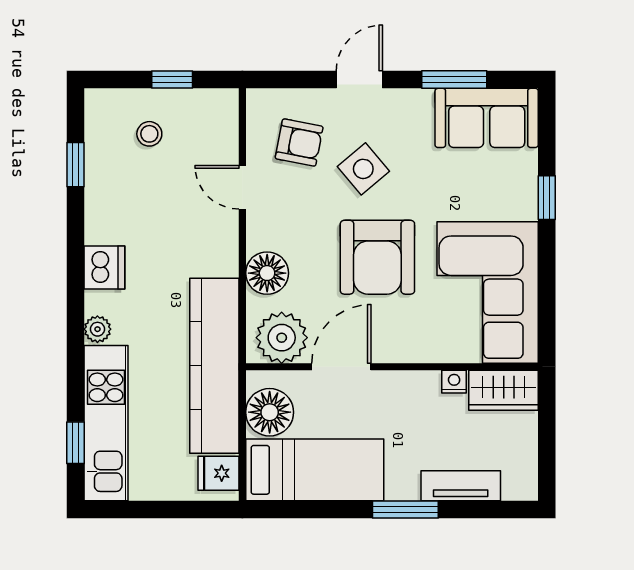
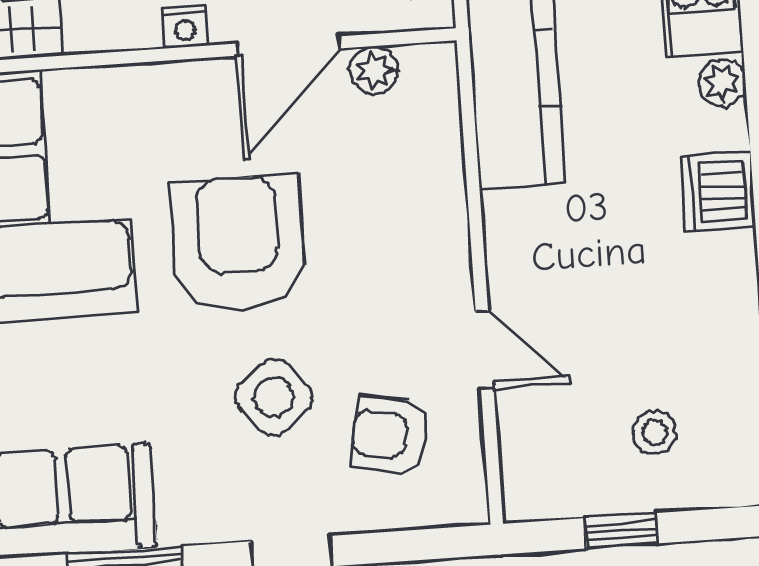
floor lamp: (267, 273) -> (430, 202), removed
plant: (282, 338) -> (374, 70), width x0.53, depth x0.53
nightstand: (454, 382) -> (185, 27), moved

